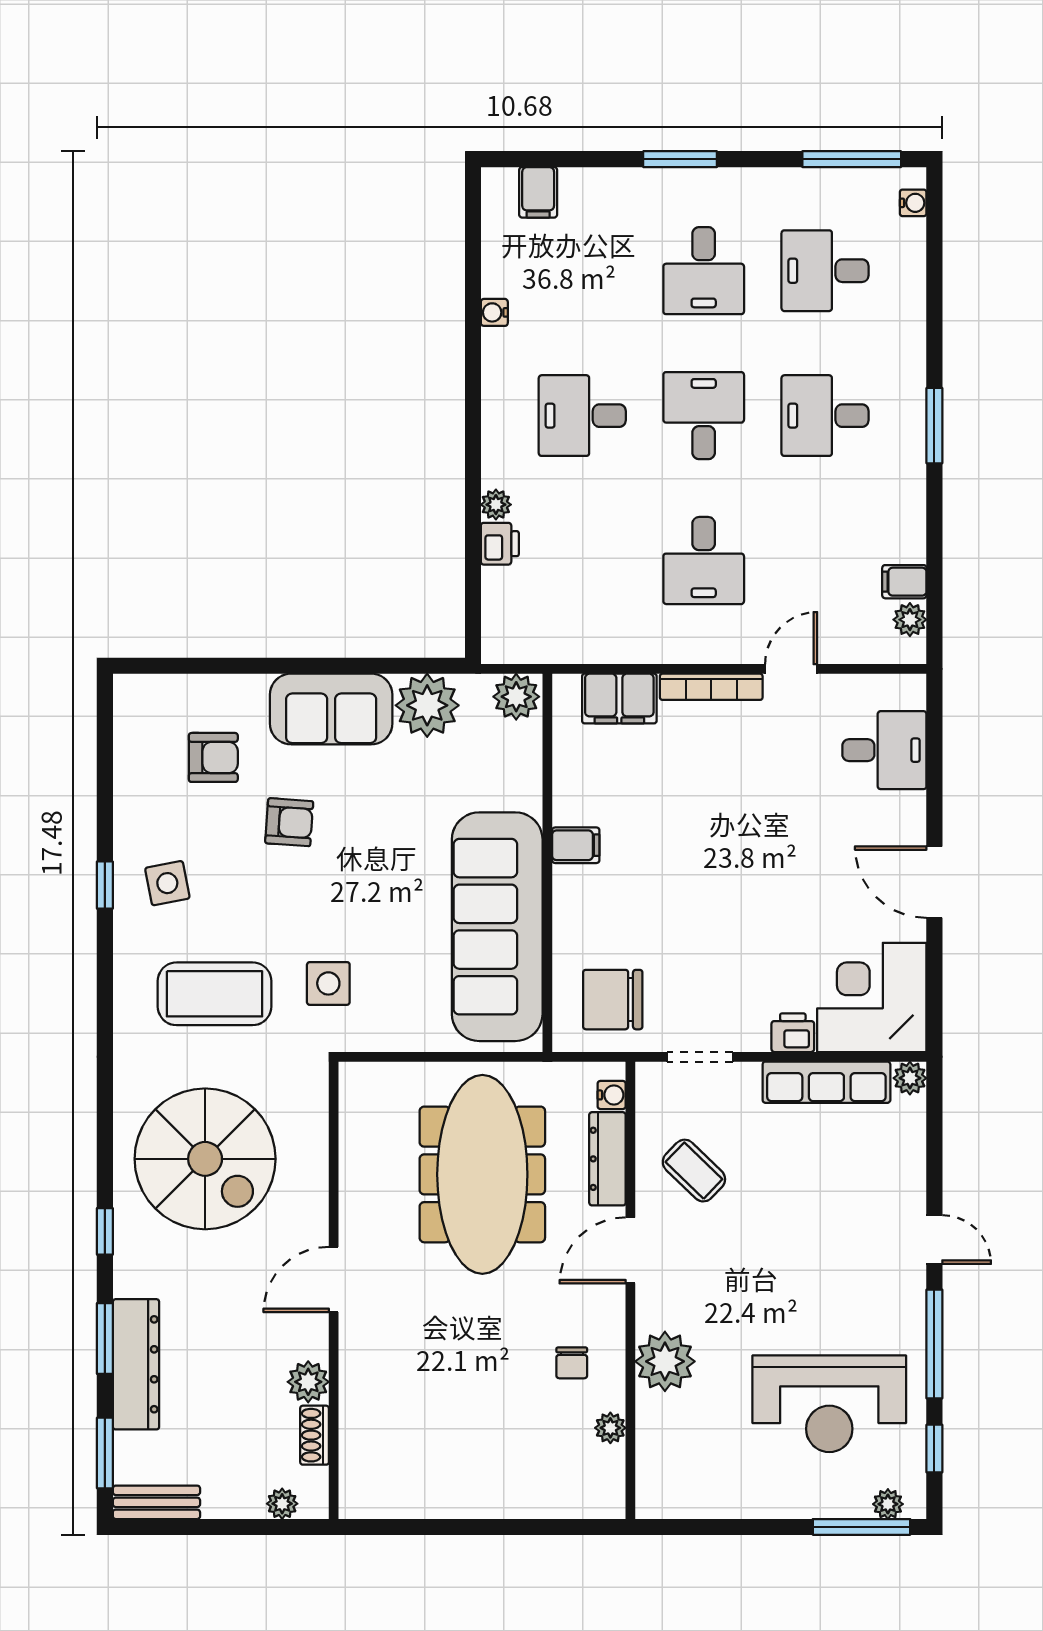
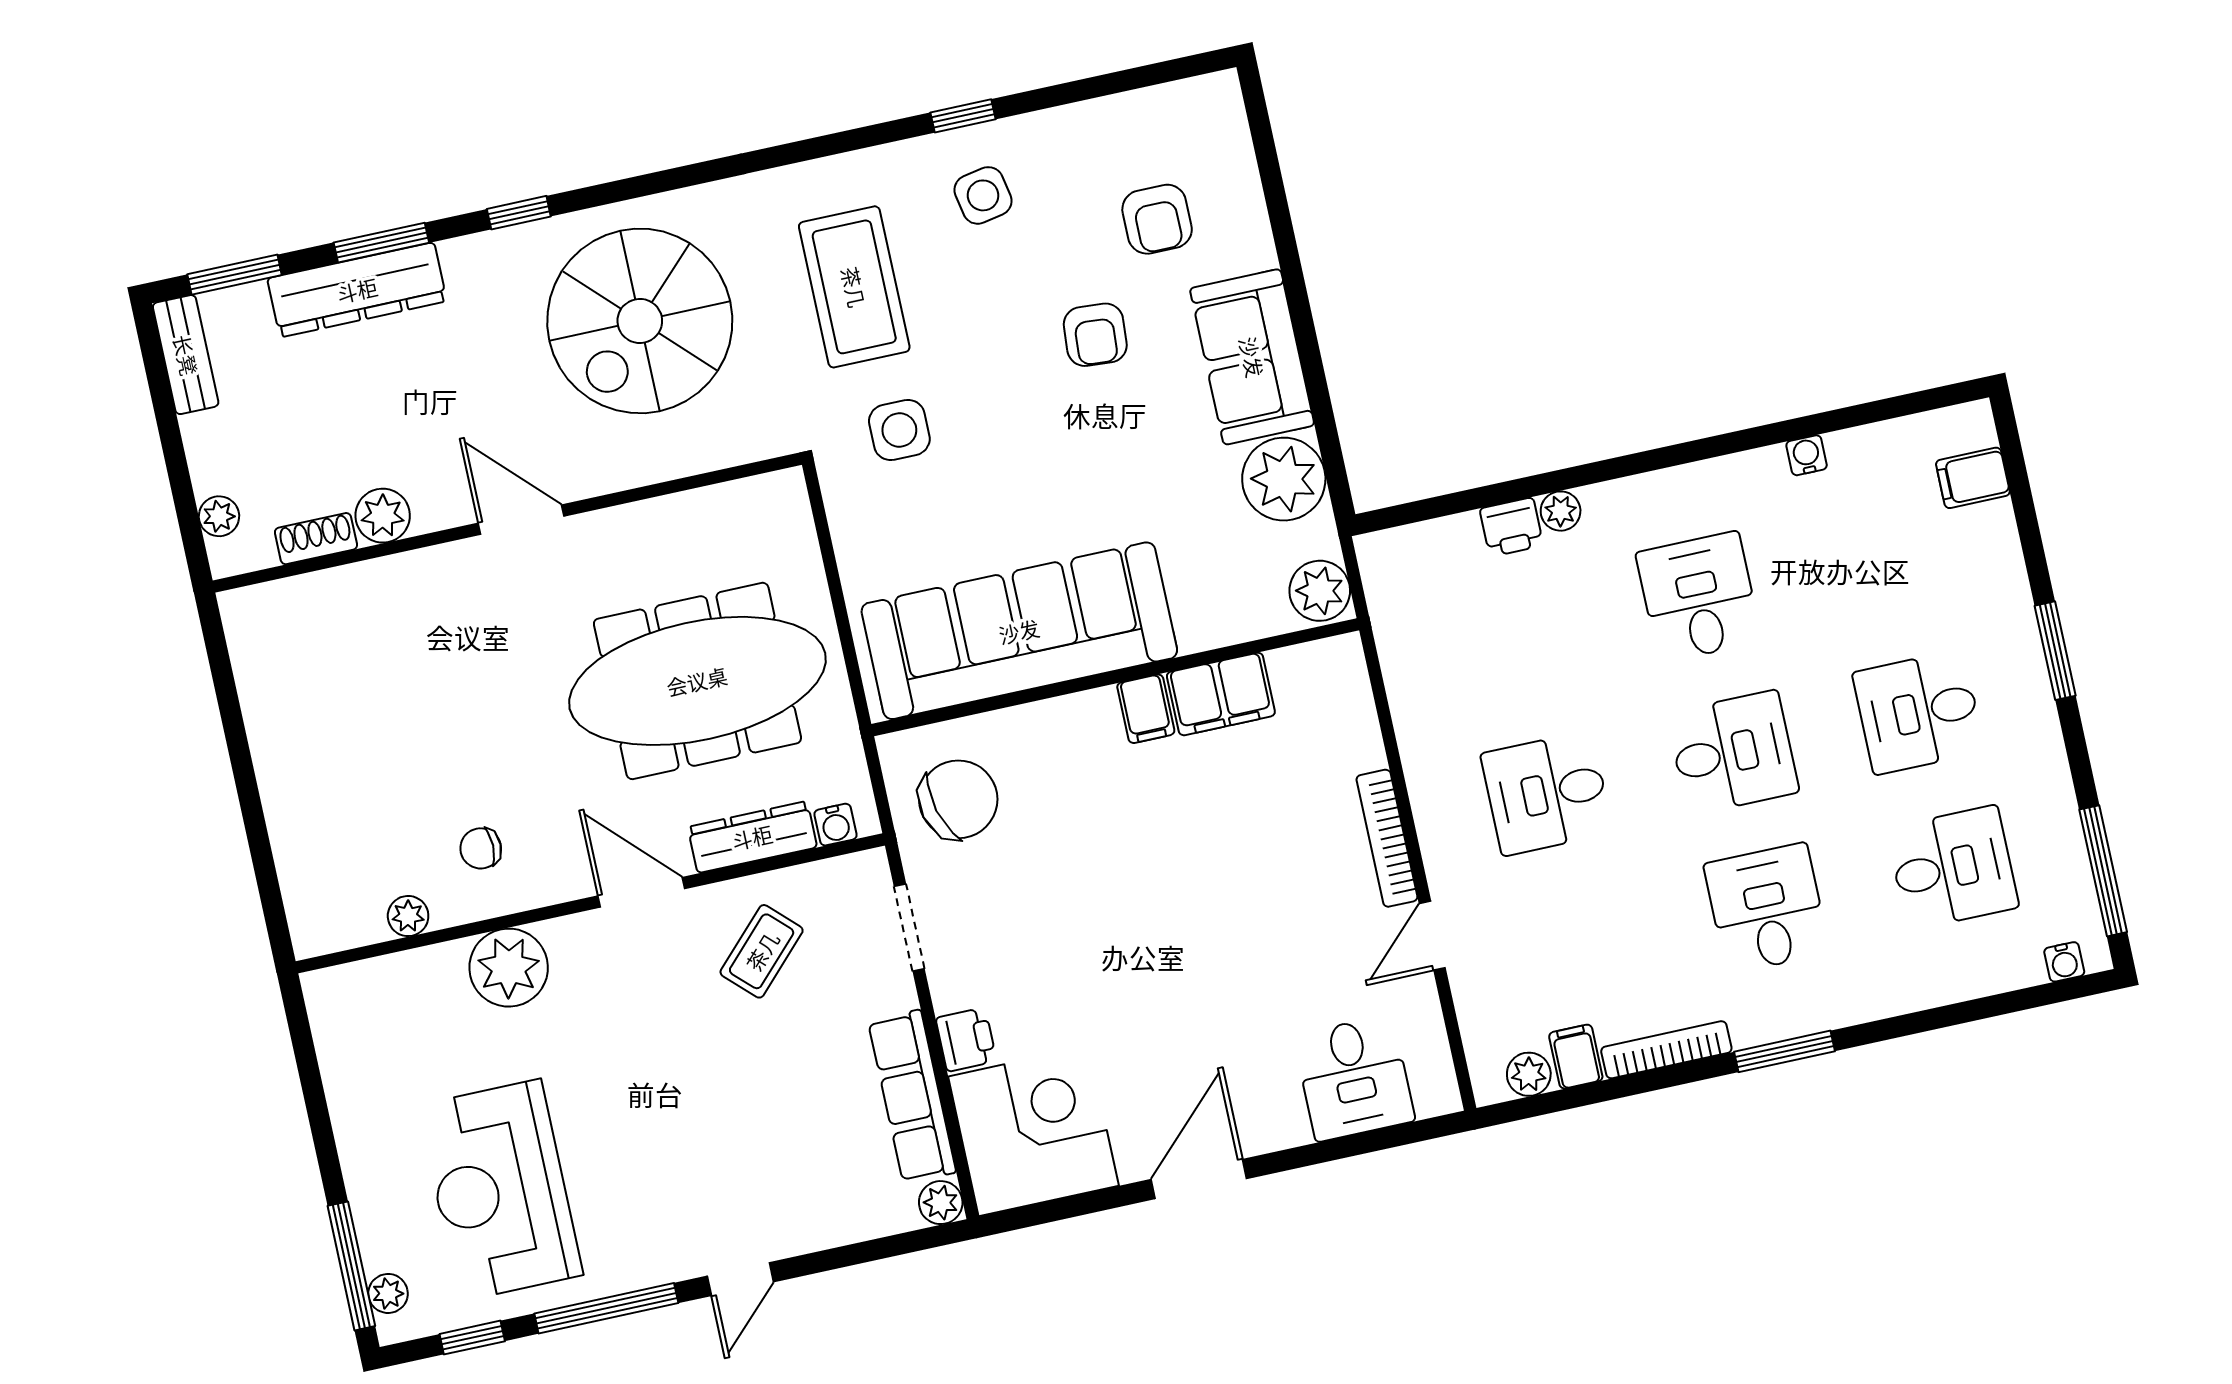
desk: (825, 271) -> (1953, 868), turned 90
bookcase: (914, 513) -> (1666, 1050), added
door: (791, 669) -> (1432, 936), swing flipped
filing cabinet: (619, 699) -> (1221, 694), moved, turned -90
chair: (613, 1000) -> (958, 799), turned 75

